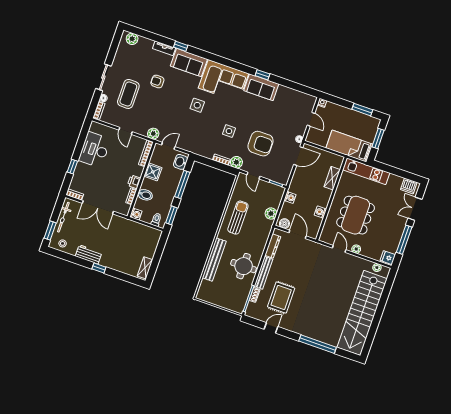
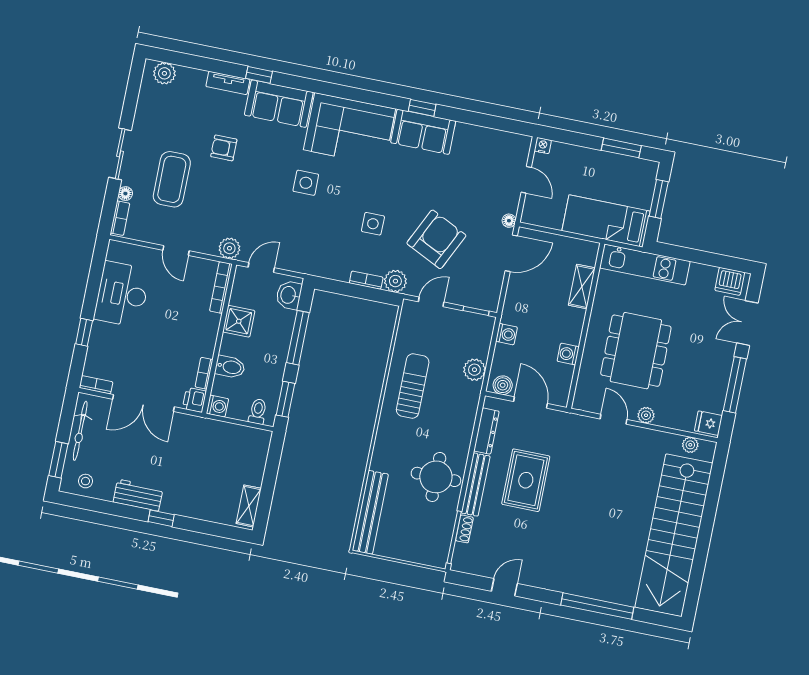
armchair: (261, 144) -> (436, 239), turned -64
door: (253, 175) -> (431, 302), swing flipped
printer: (134, 182) -> (194, 400), moved
bench: (214, 260) -> (370, 512), moved
rug: (281, 297) -> (526, 480), moved

